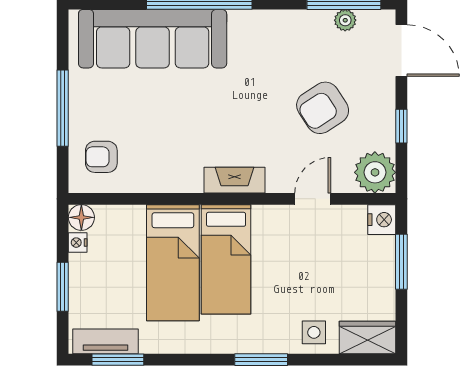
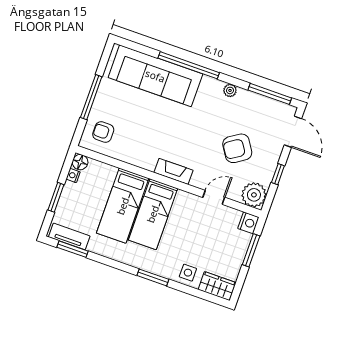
plant: (345, 20) -> (230, 90), moved

